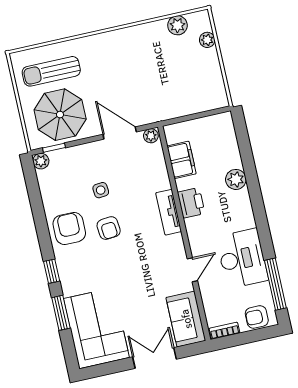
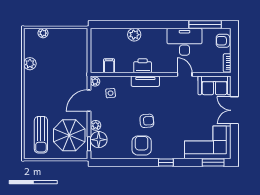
plant: (177, 25) -> (30, 64), moved
filing cabinet: (182, 160) -> (109, 66), width x0.50
plant: (41, 161) -> (96, 125), moved
floor lamp: (64, 161) -> (99, 140), added
side table: (101, 190) -> (111, 93), moved
armchair: (69, 228) -> (142, 145), turned 90
window: (61, 313) -> (213, 162), moved
armchair: (257, 317) -> (223, 41), turned 90

